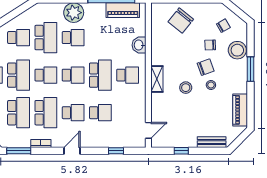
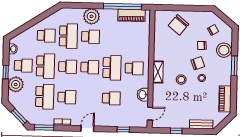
washbasin: (139, 45) -> (143, 95), moved
school desk: (46, 113) -> (67, 97), width x0.54
school desk: (73, 113) -> (89, 98), removed

